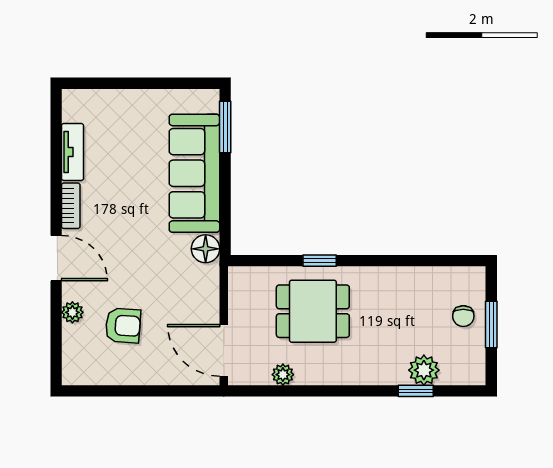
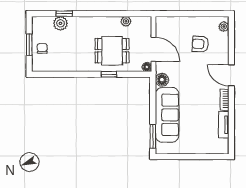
floor lamp: (238, 276) -> (147, 67), added
plant: (72, 312) -> (224, 27), moved
door: (224, 350) -> (153, 49), moved

